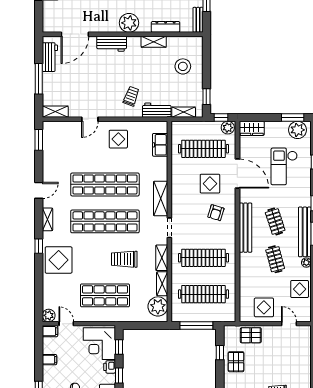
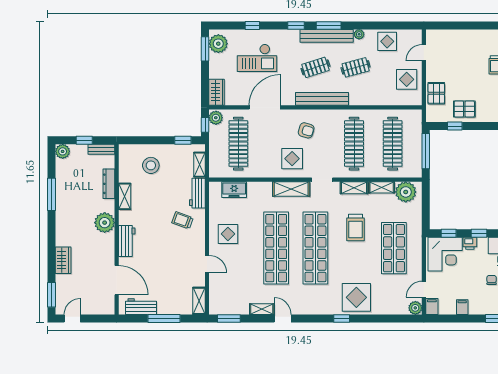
display table: (210, 184) -> (292, 159), moved
shelving: (47, 219) -> (262, 309), moved

